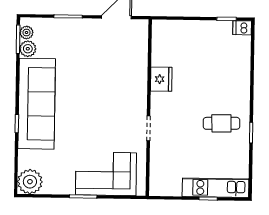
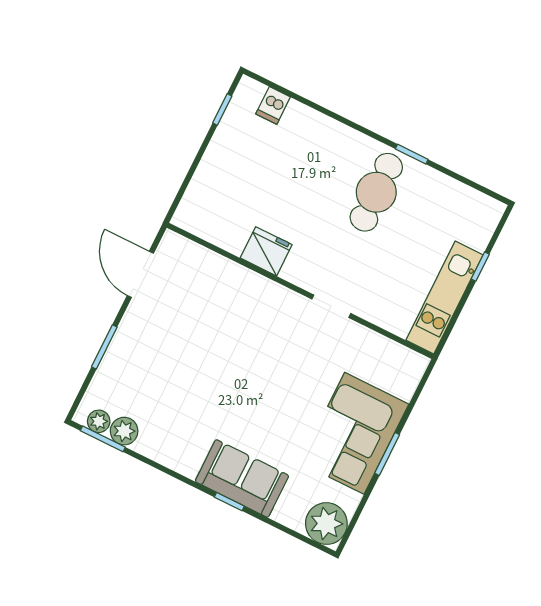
dishwasher: (242, 28) -> (273, 105), moved
sofa: (37, 104) -> (242, 478), width x0.54, depth x0.79
cafe table: (221, 123) -> (376, 192), width x1.37, depth x1.35
corner sofa: (106, 174) -> (354, 433), moved
kitchen unit: (216, 188) -> (444, 298), moved

